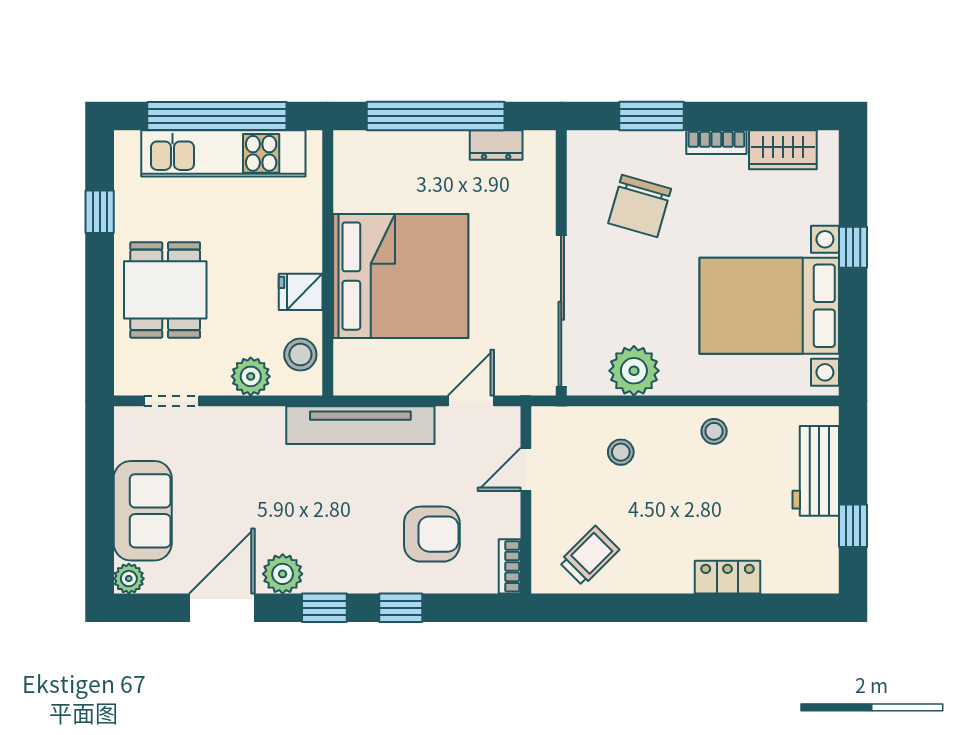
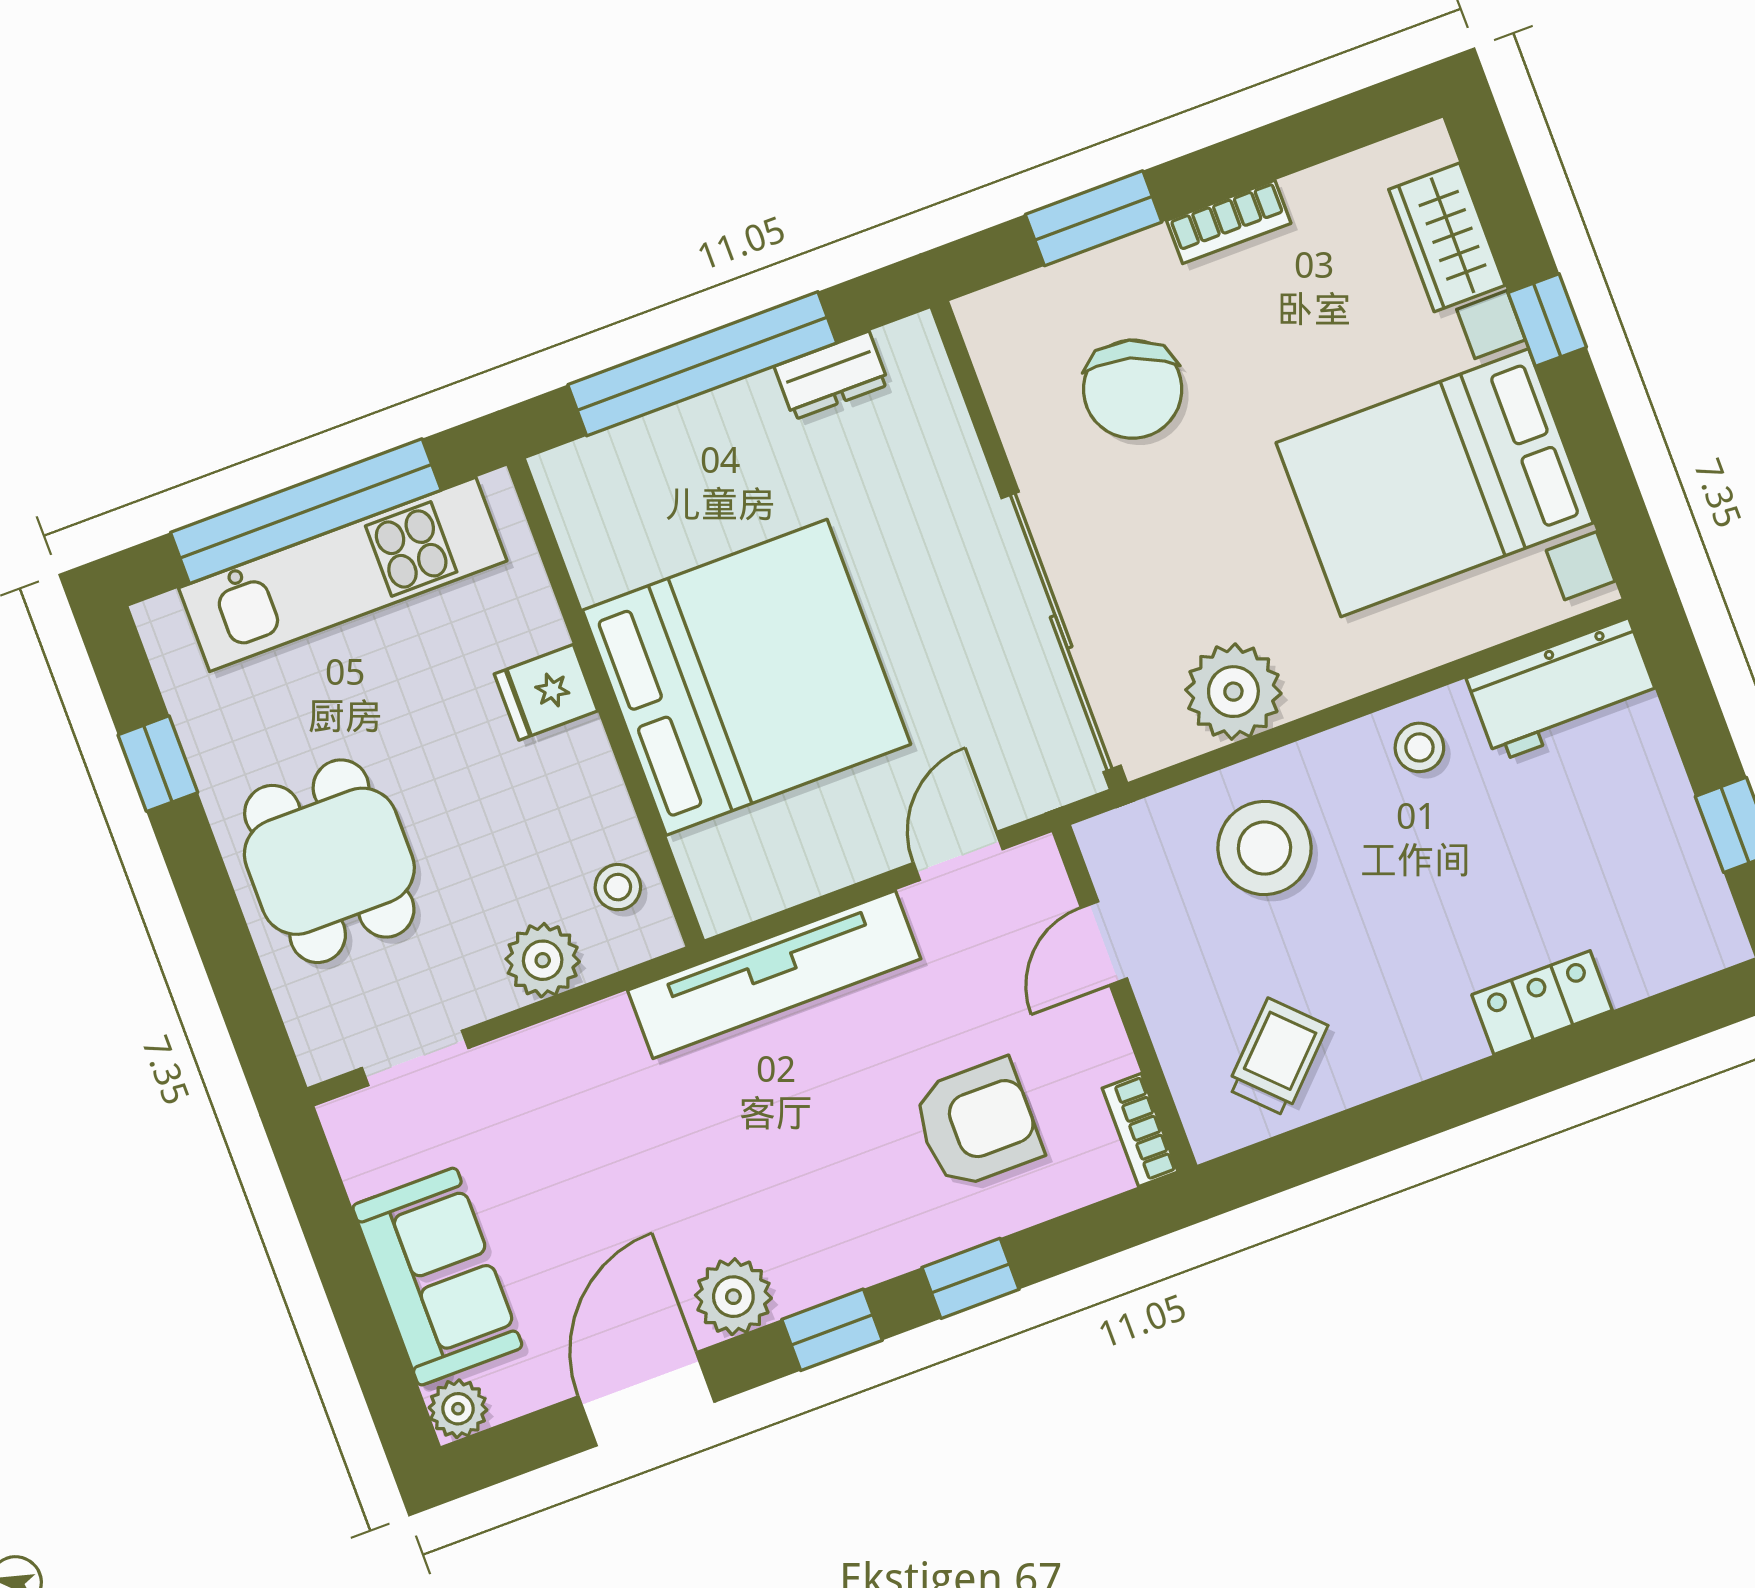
wardrobe: (783, 150) -> (1447, 237), moved, turned 90
fridge: (301, 292) -> (546, 692), moved
stool: (300, 355) -> (618, 887), width x0.73, depth x0.73
stool: (621, 452) -> (1264, 848), width x1.89, depth x1.89
workbench: (816, 471) -> (1563, 690), moved, turned -90

